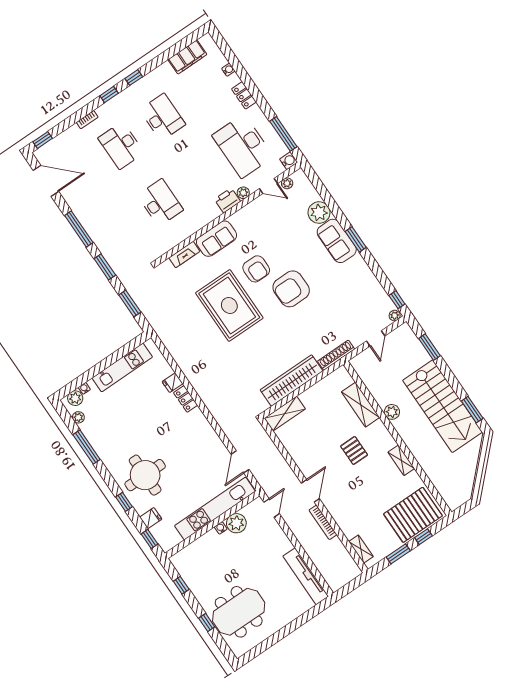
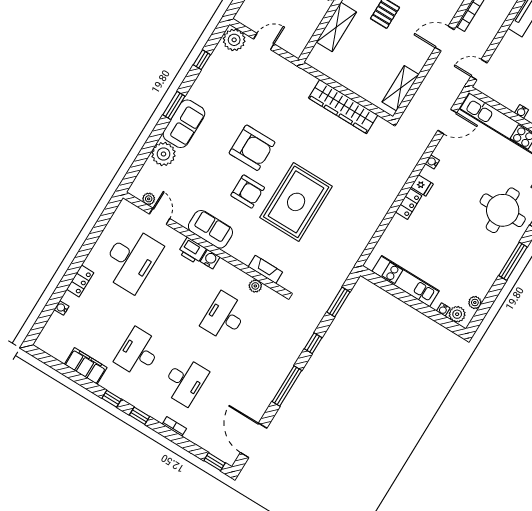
filing cabinet: (187, 57) -> (86, 366), moved
window: (283, 134) -> (101, 224), removed
water cooler: (289, 161) -> (210, 259), moved, turned 90
plant: (243, 193) -> (255, 286), moved
sofa: (217, 239) -> (210, 229), moved
window: (105, 267) -> (313, 343), width x0.67
armchair: (256, 269) -> (248, 191), turned 90
window: (397, 300) -> (202, 60), moved
plant: (395, 316) -> (234, 40), width x1.88, depth x1.88
shoe rack: (336, 355) -> (298, 73), removed
fridge: (173, 383) -> (422, 185), moved
shelving: (285, 414) -> (401, 88), moved, turned 90
water cooler: (212, 434) -> (432, 162), added
window: (87, 447) -> (513, 261), moved
plant: (236, 523) -> (510, 98), removed

